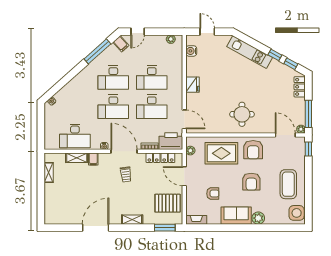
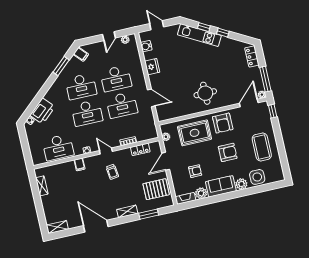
door: (138, 32) -> (109, 36), moved
window: (97, 51) -> (61, 66), width x0.69
window: (291, 64) -> (204, 27), moved
fridge: (193, 85) -> (152, 67), moved
door: (184, 119) -> (151, 98), moved
door: (285, 135) -> (249, 103), hinge flipped
printer: (171, 141) -> (42, 111), moved, turned 138
door: (124, 151) -> (106, 151), width x0.53
shelving: (77, 158) -> (57, 227), moved
locker: (160, 158) -> (140, 149), width x0.66
door: (184, 176) -> (166, 161), hinge flipped
armchair: (251, 182) -> (228, 152), turned -90
side table: (297, 213) -> (257, 177), moved
plant: (214, 218) -> (201, 193), added
door: (96, 228) -> (96, 226), hinge flipped
window: (165, 228) -> (149, 214), moved

